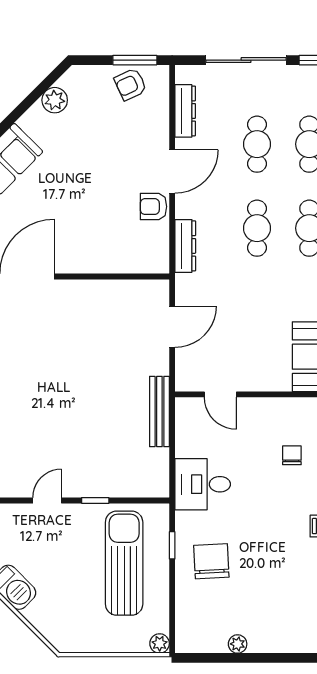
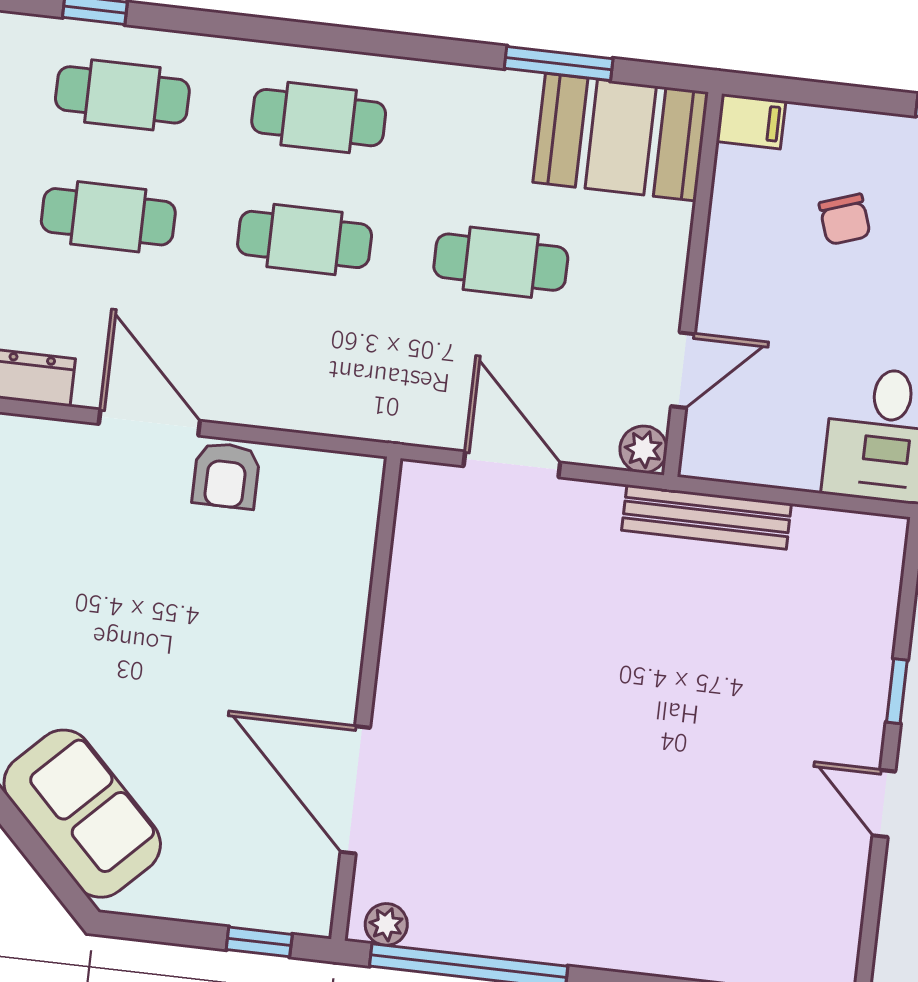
dresser: (185, 246) -> (327, 412), removed
cafe table: (257, 312) -> (501, 262), added
plant: (185, 382) -> (643, 449), added
chair: (292, 455) -> (845, 219), turned -109

